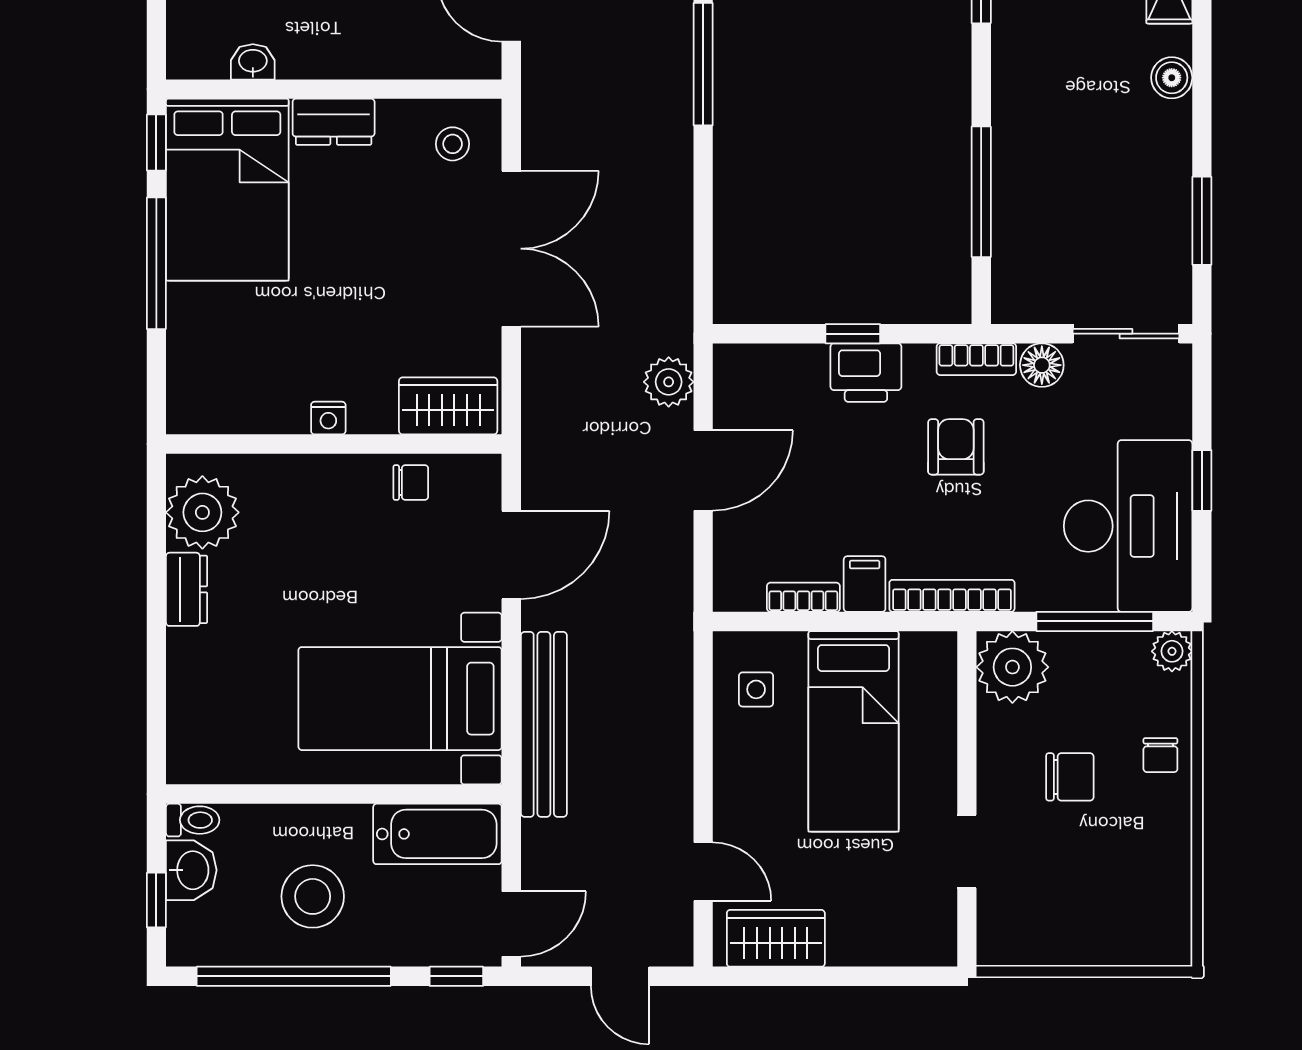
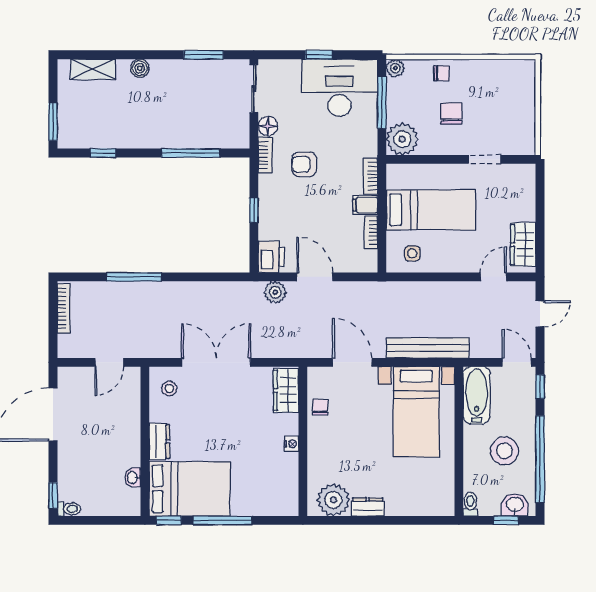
printer: (866, 373) -> (271, 257), moved
bookcase: (952, 596) -> (371, 176), width x0.64
washbasin: (191, 870) -> (515, 505), moved

